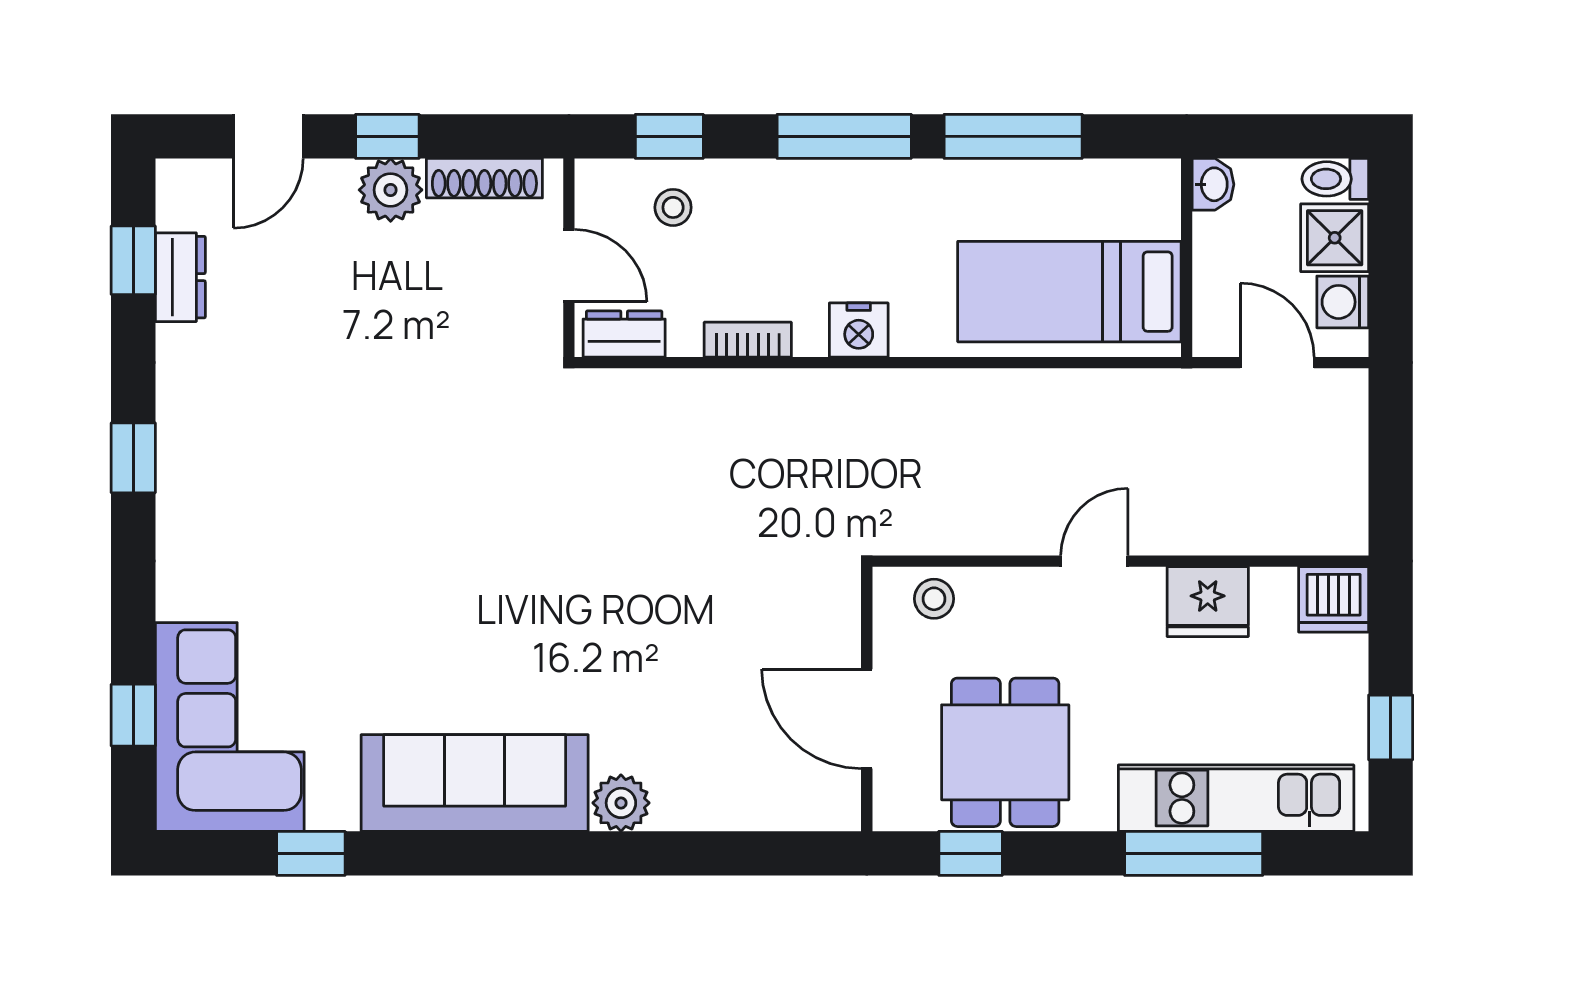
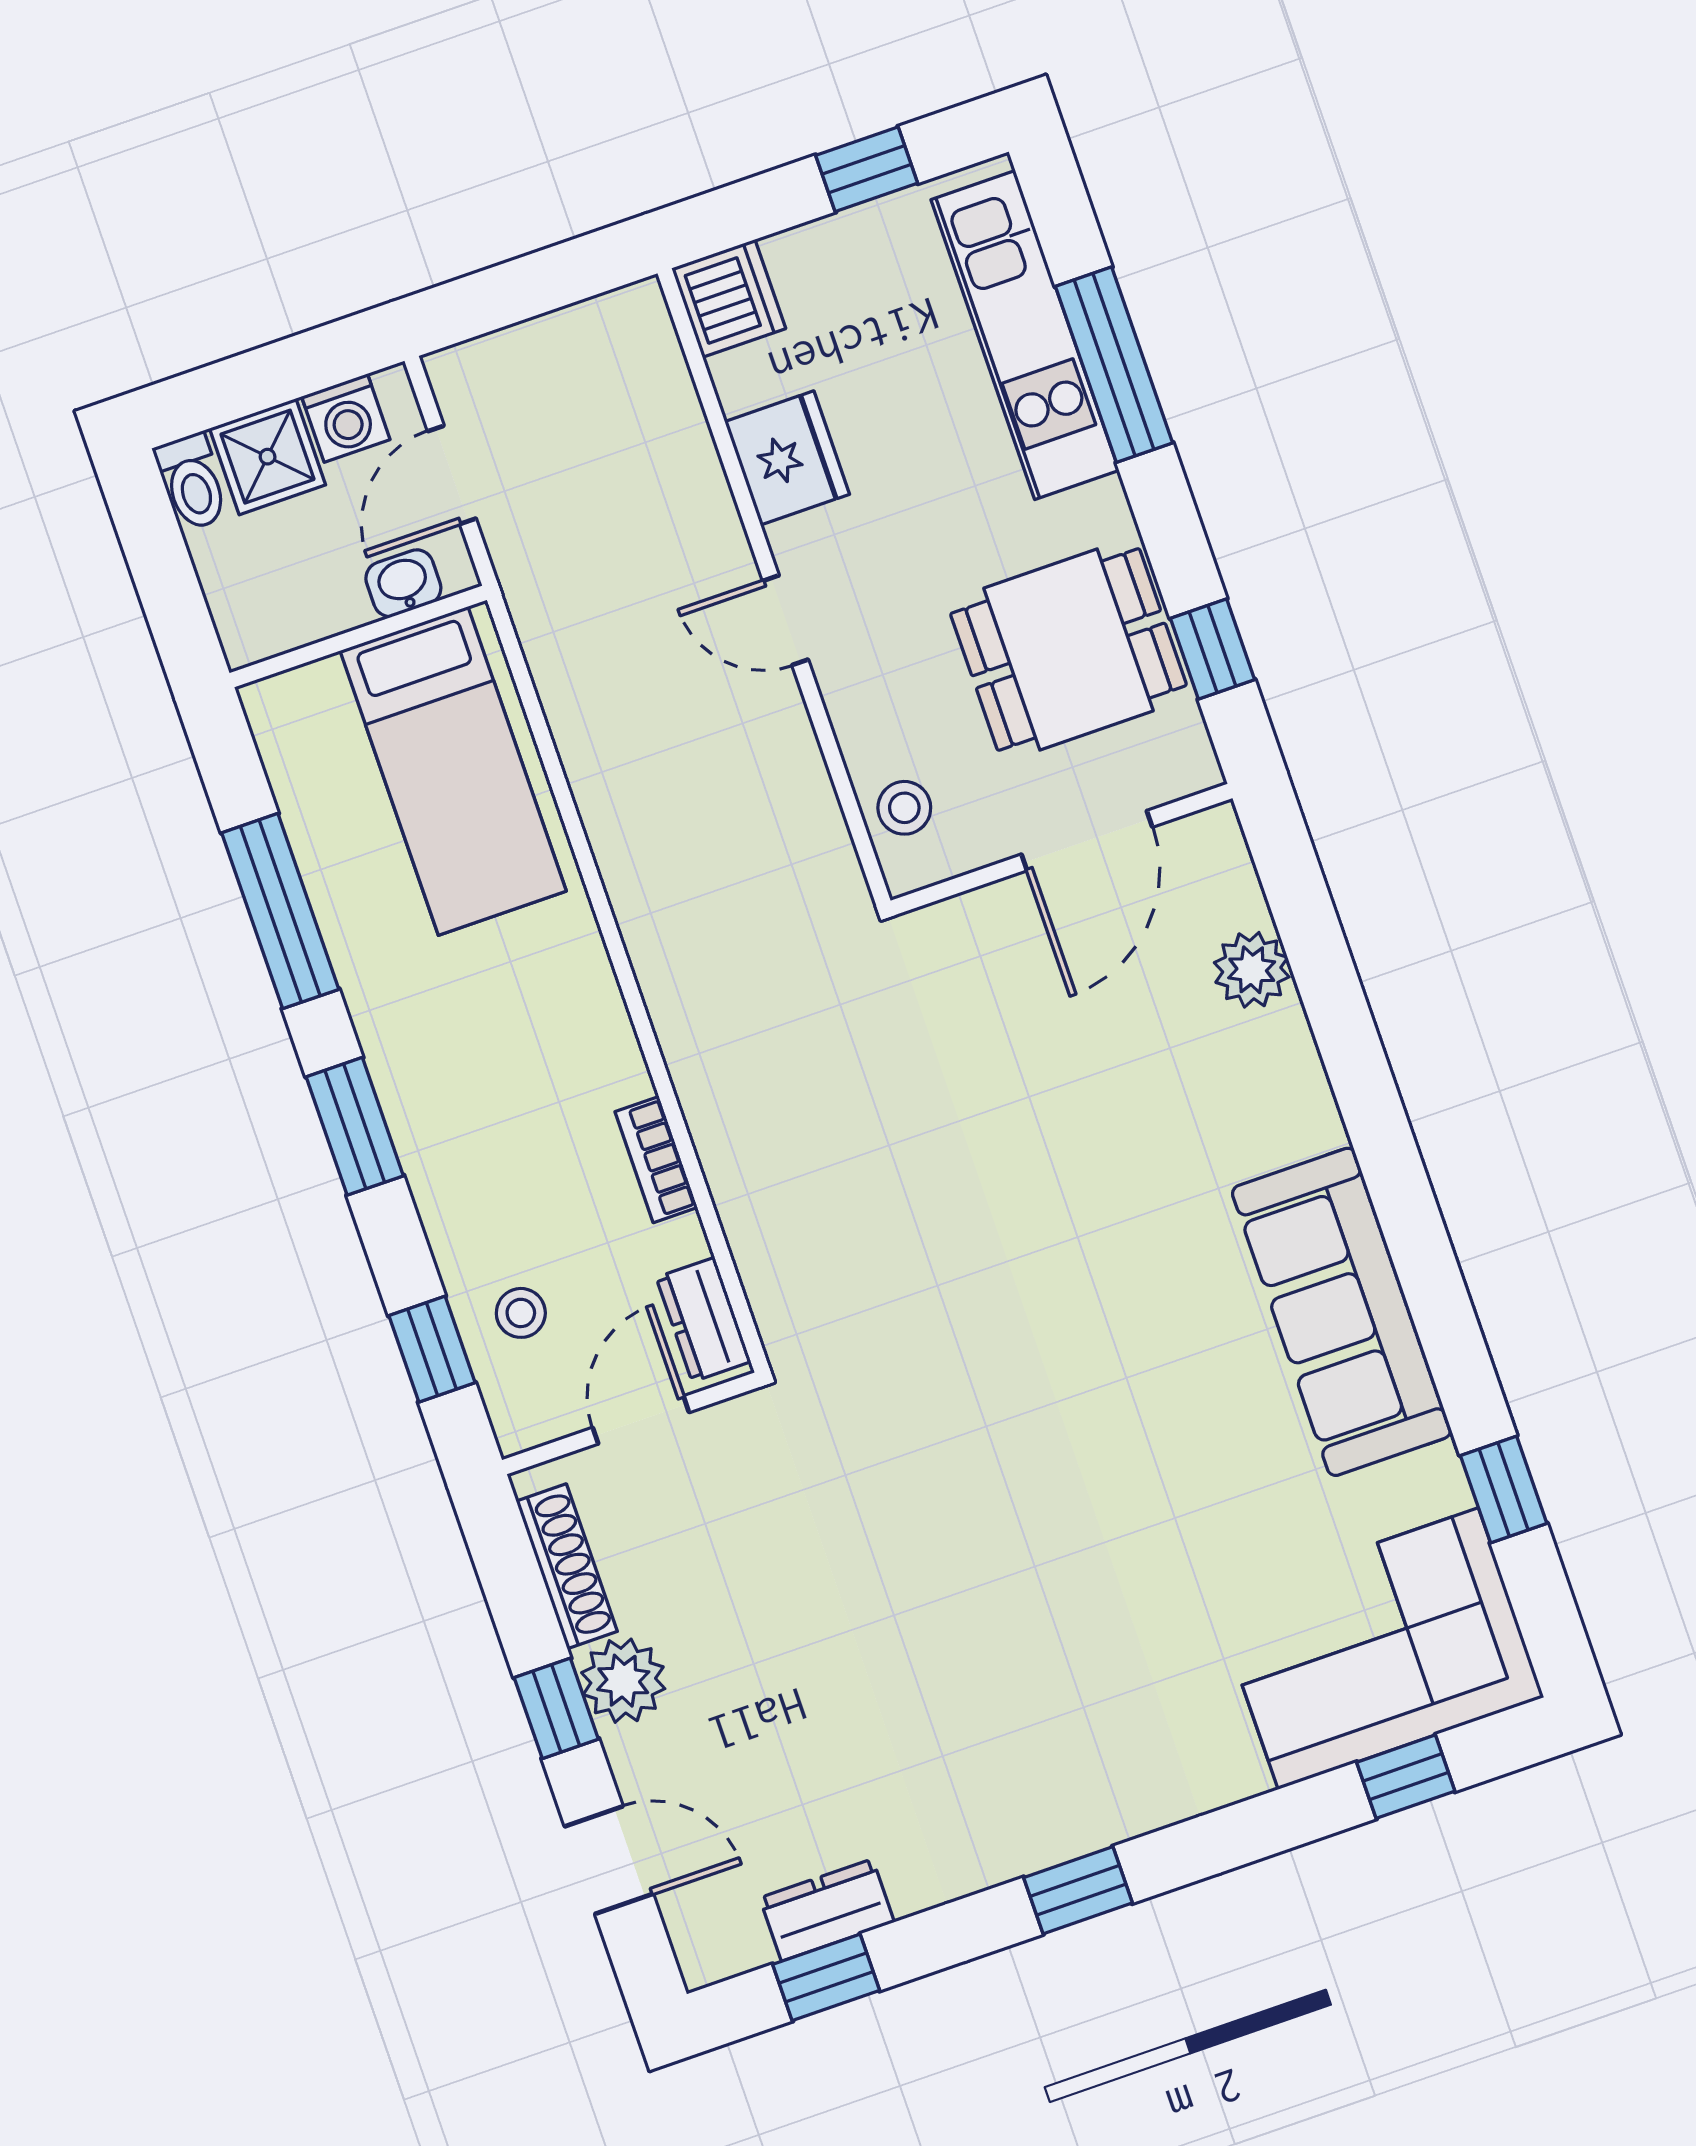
window: (844, 136) -> (355, 1126), width x0.69
washbasin: (1213, 184) -> (403, 583), moved
nightstand: (859, 330) -> (595, 1022), removed
plant: (621, 803) -> (1252, 970), moved

